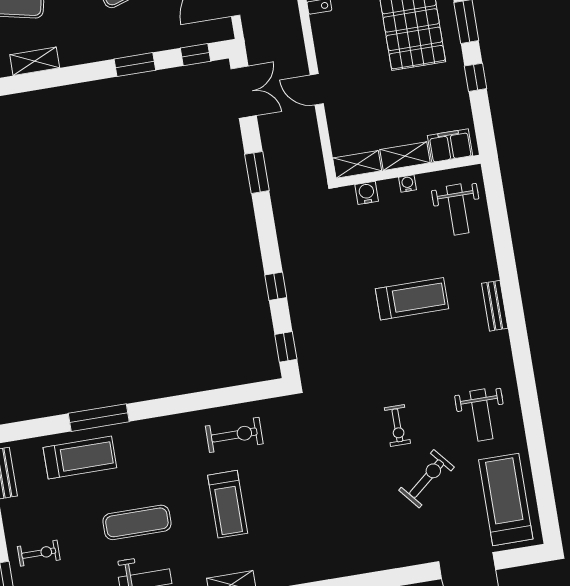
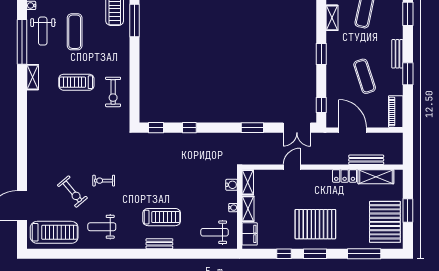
window: (135, 65) -> (321, 54), moved
treadmill: (412, 299) -> (162, 217), moved, turned -90

